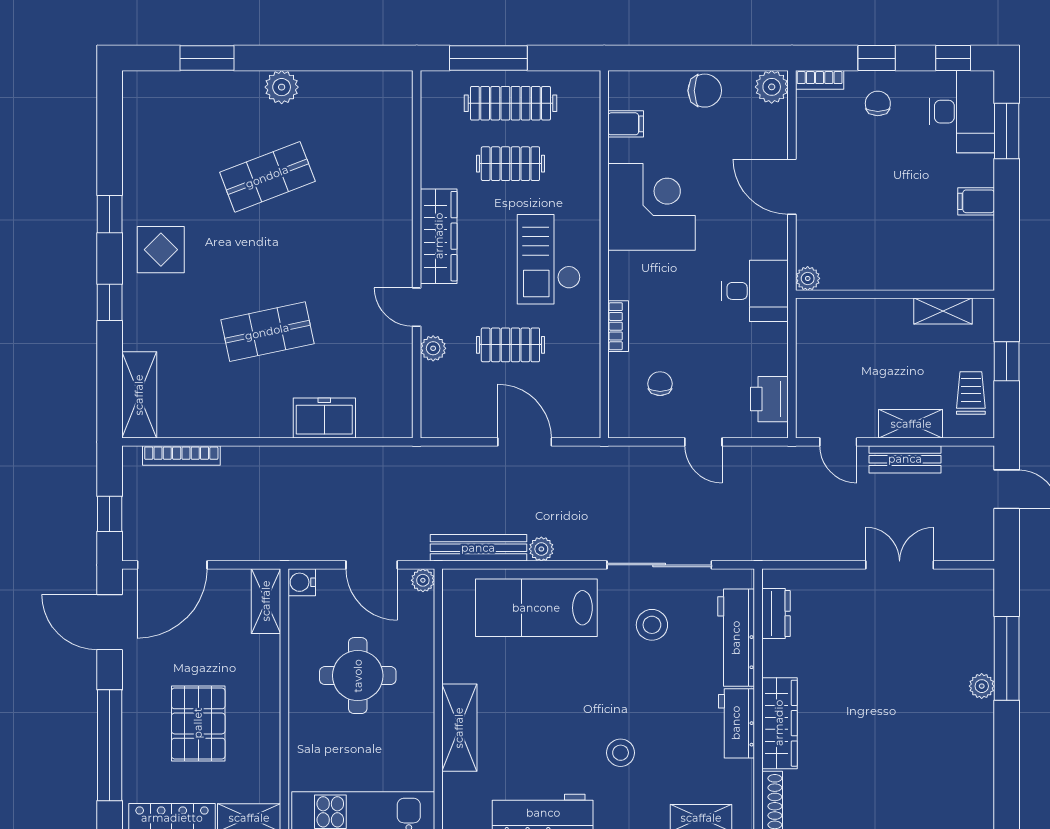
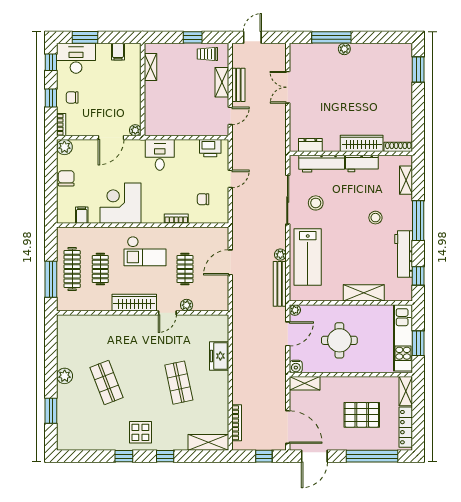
plant: (808, 278) -> (135, 130), moved
wall: (895, 294) -> (143, 89), moved
shelving: (943, 311) -> (150, 67), moved

